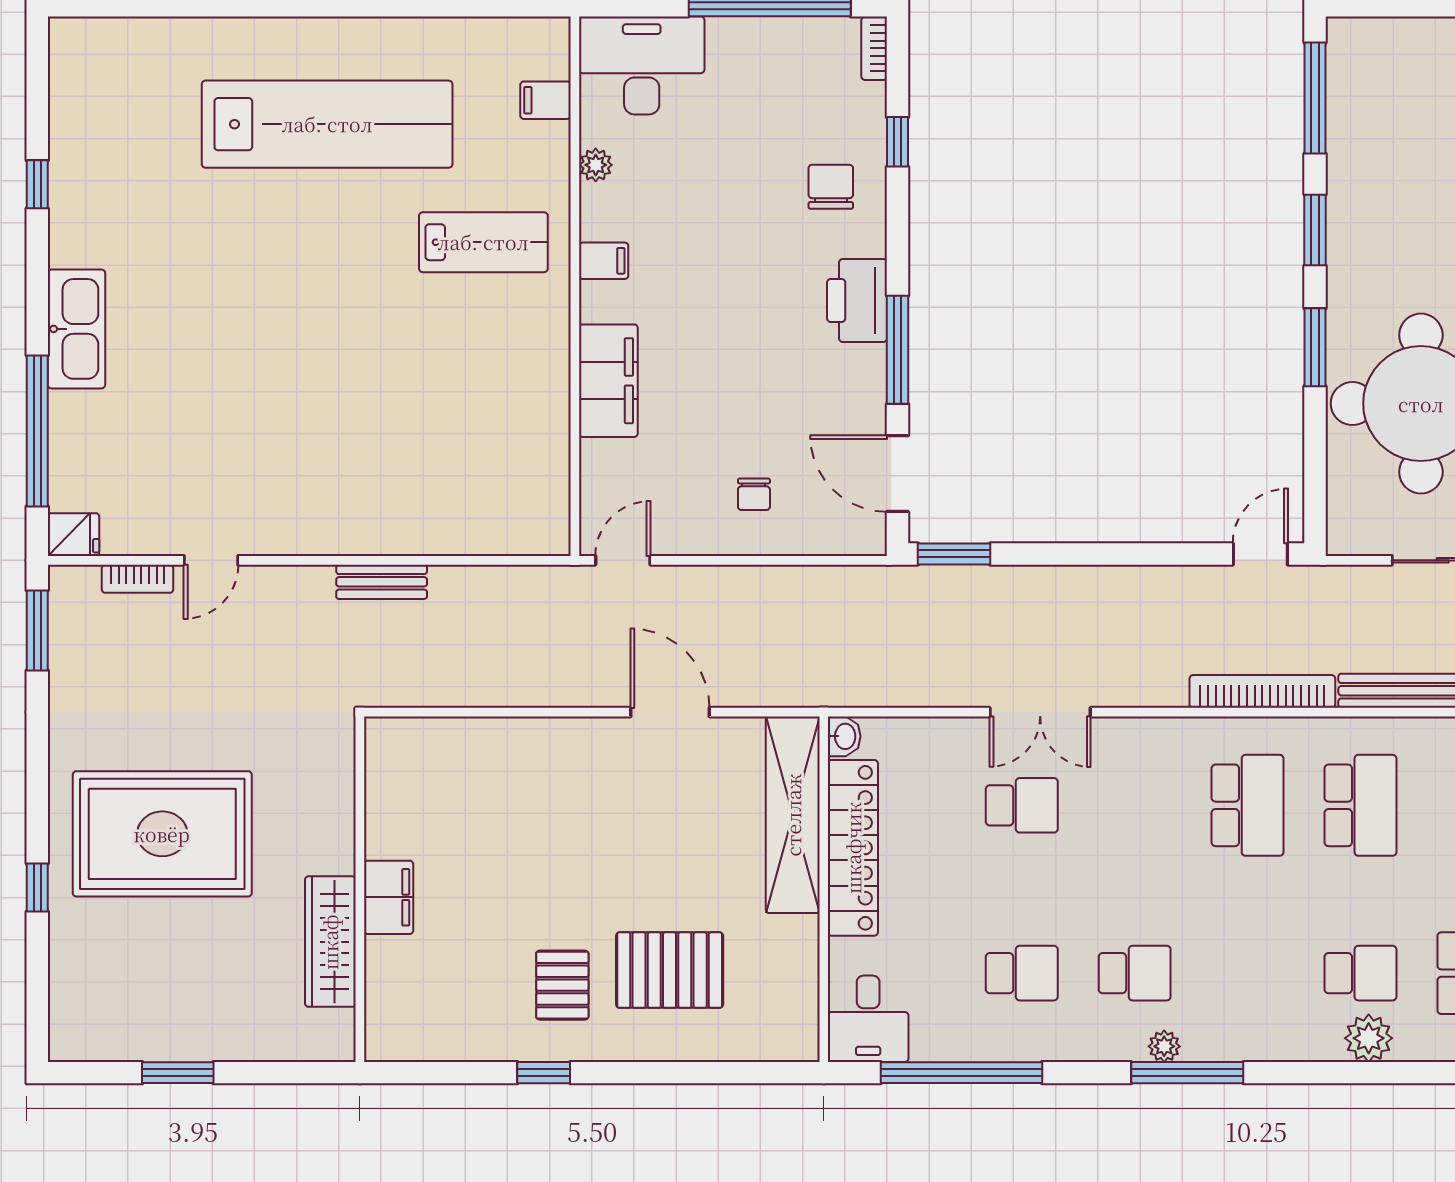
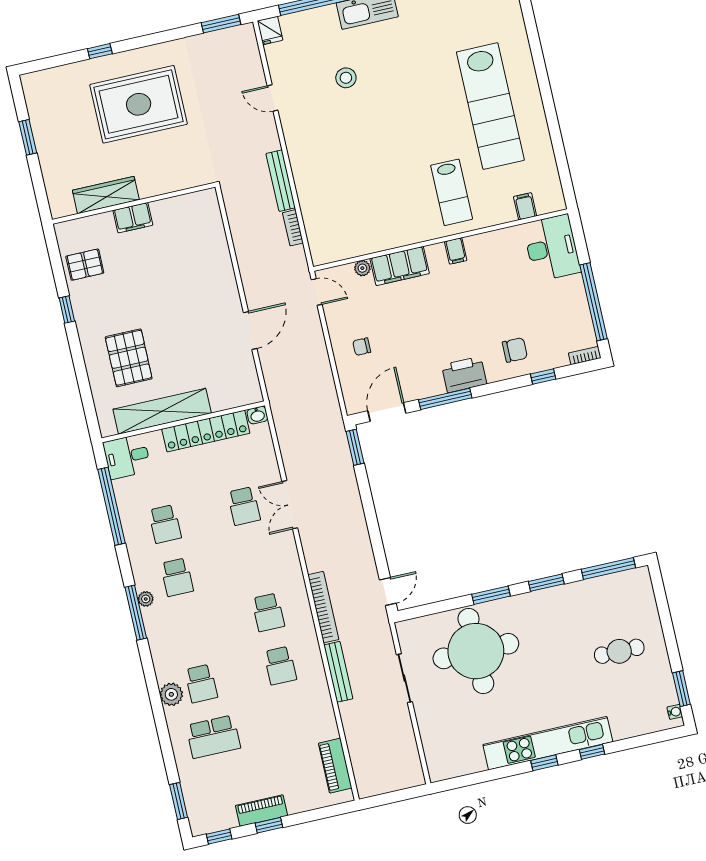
plant: (596, 165) -> (362, 268), moved
stool: (204, 403) -> (346, 78), added
door: (1260, 554) -> (388, 592), hinge flipped
bookcase: (138, 579) -> (293, 228), moved
bench: (382, 582) -> (281, 181), width x1.36
school desk: (1248, 805) -> (268, 612), width x0.54
school desk: (1360, 805) -> (280, 666), width x0.54
shelving: (793, 815) -> (162, 411), moved
rug: (162, 834) -> (139, 104), turned 90
pallet: (562, 985) -> (85, 265), moved

